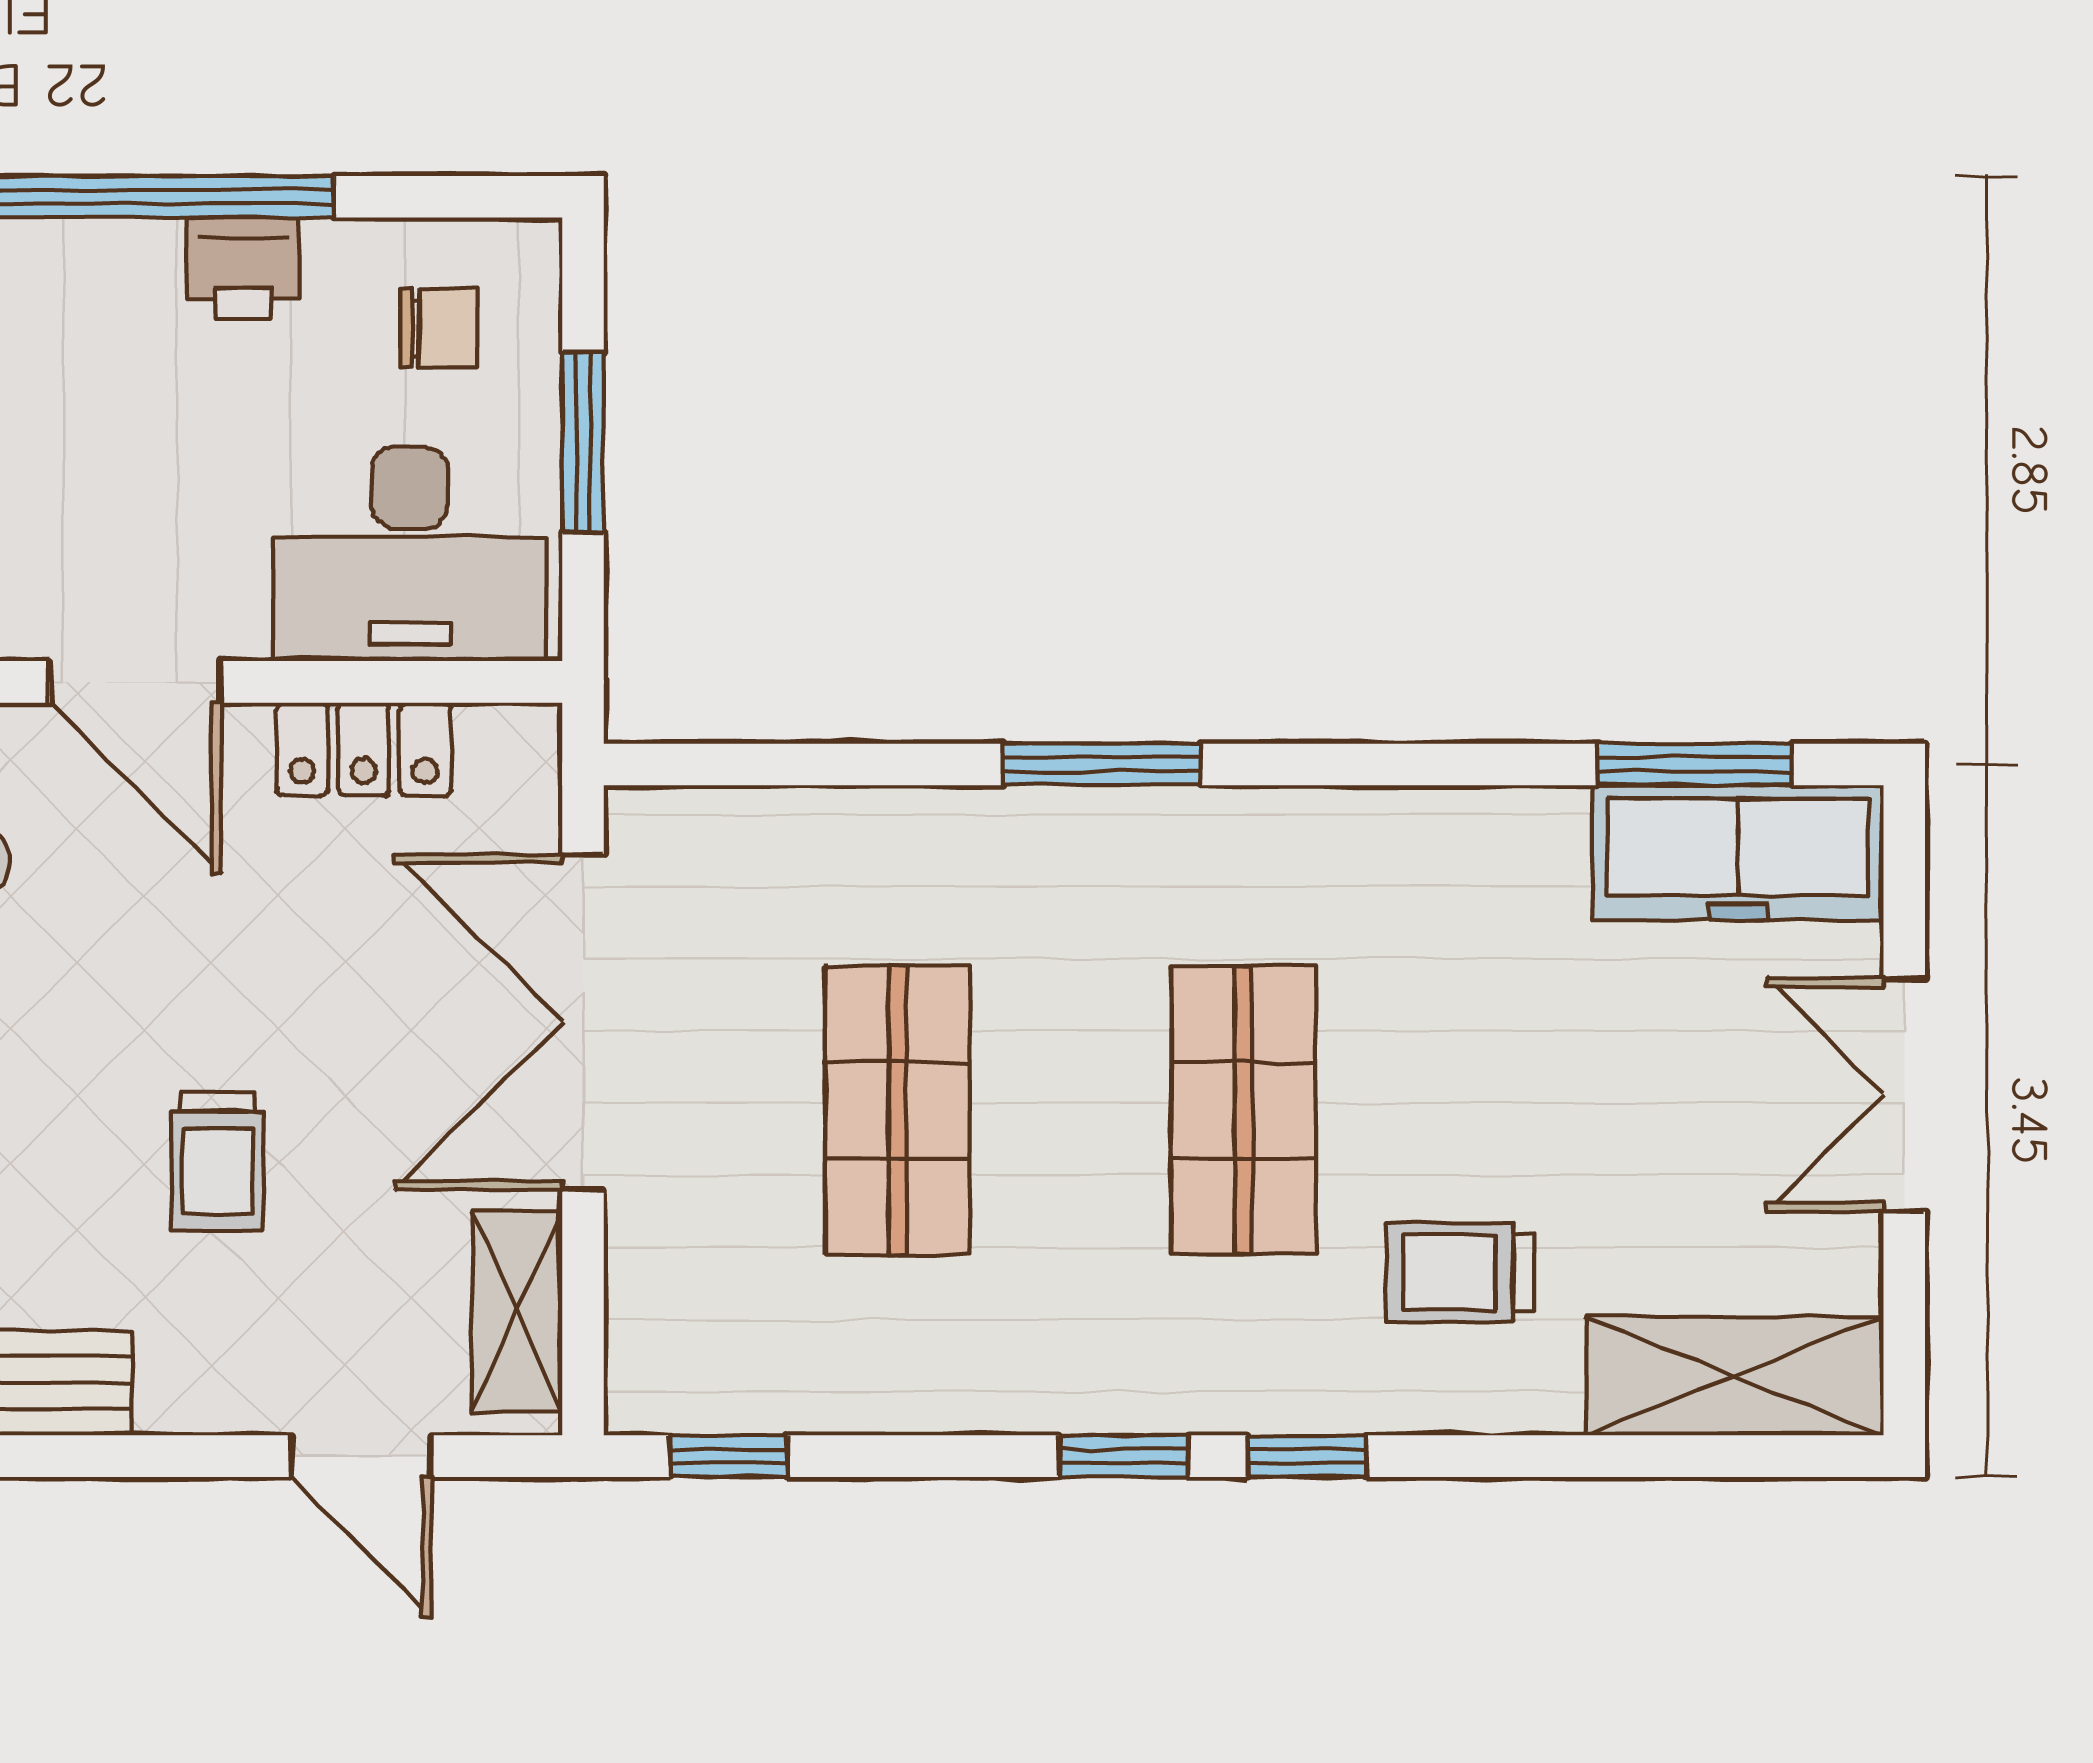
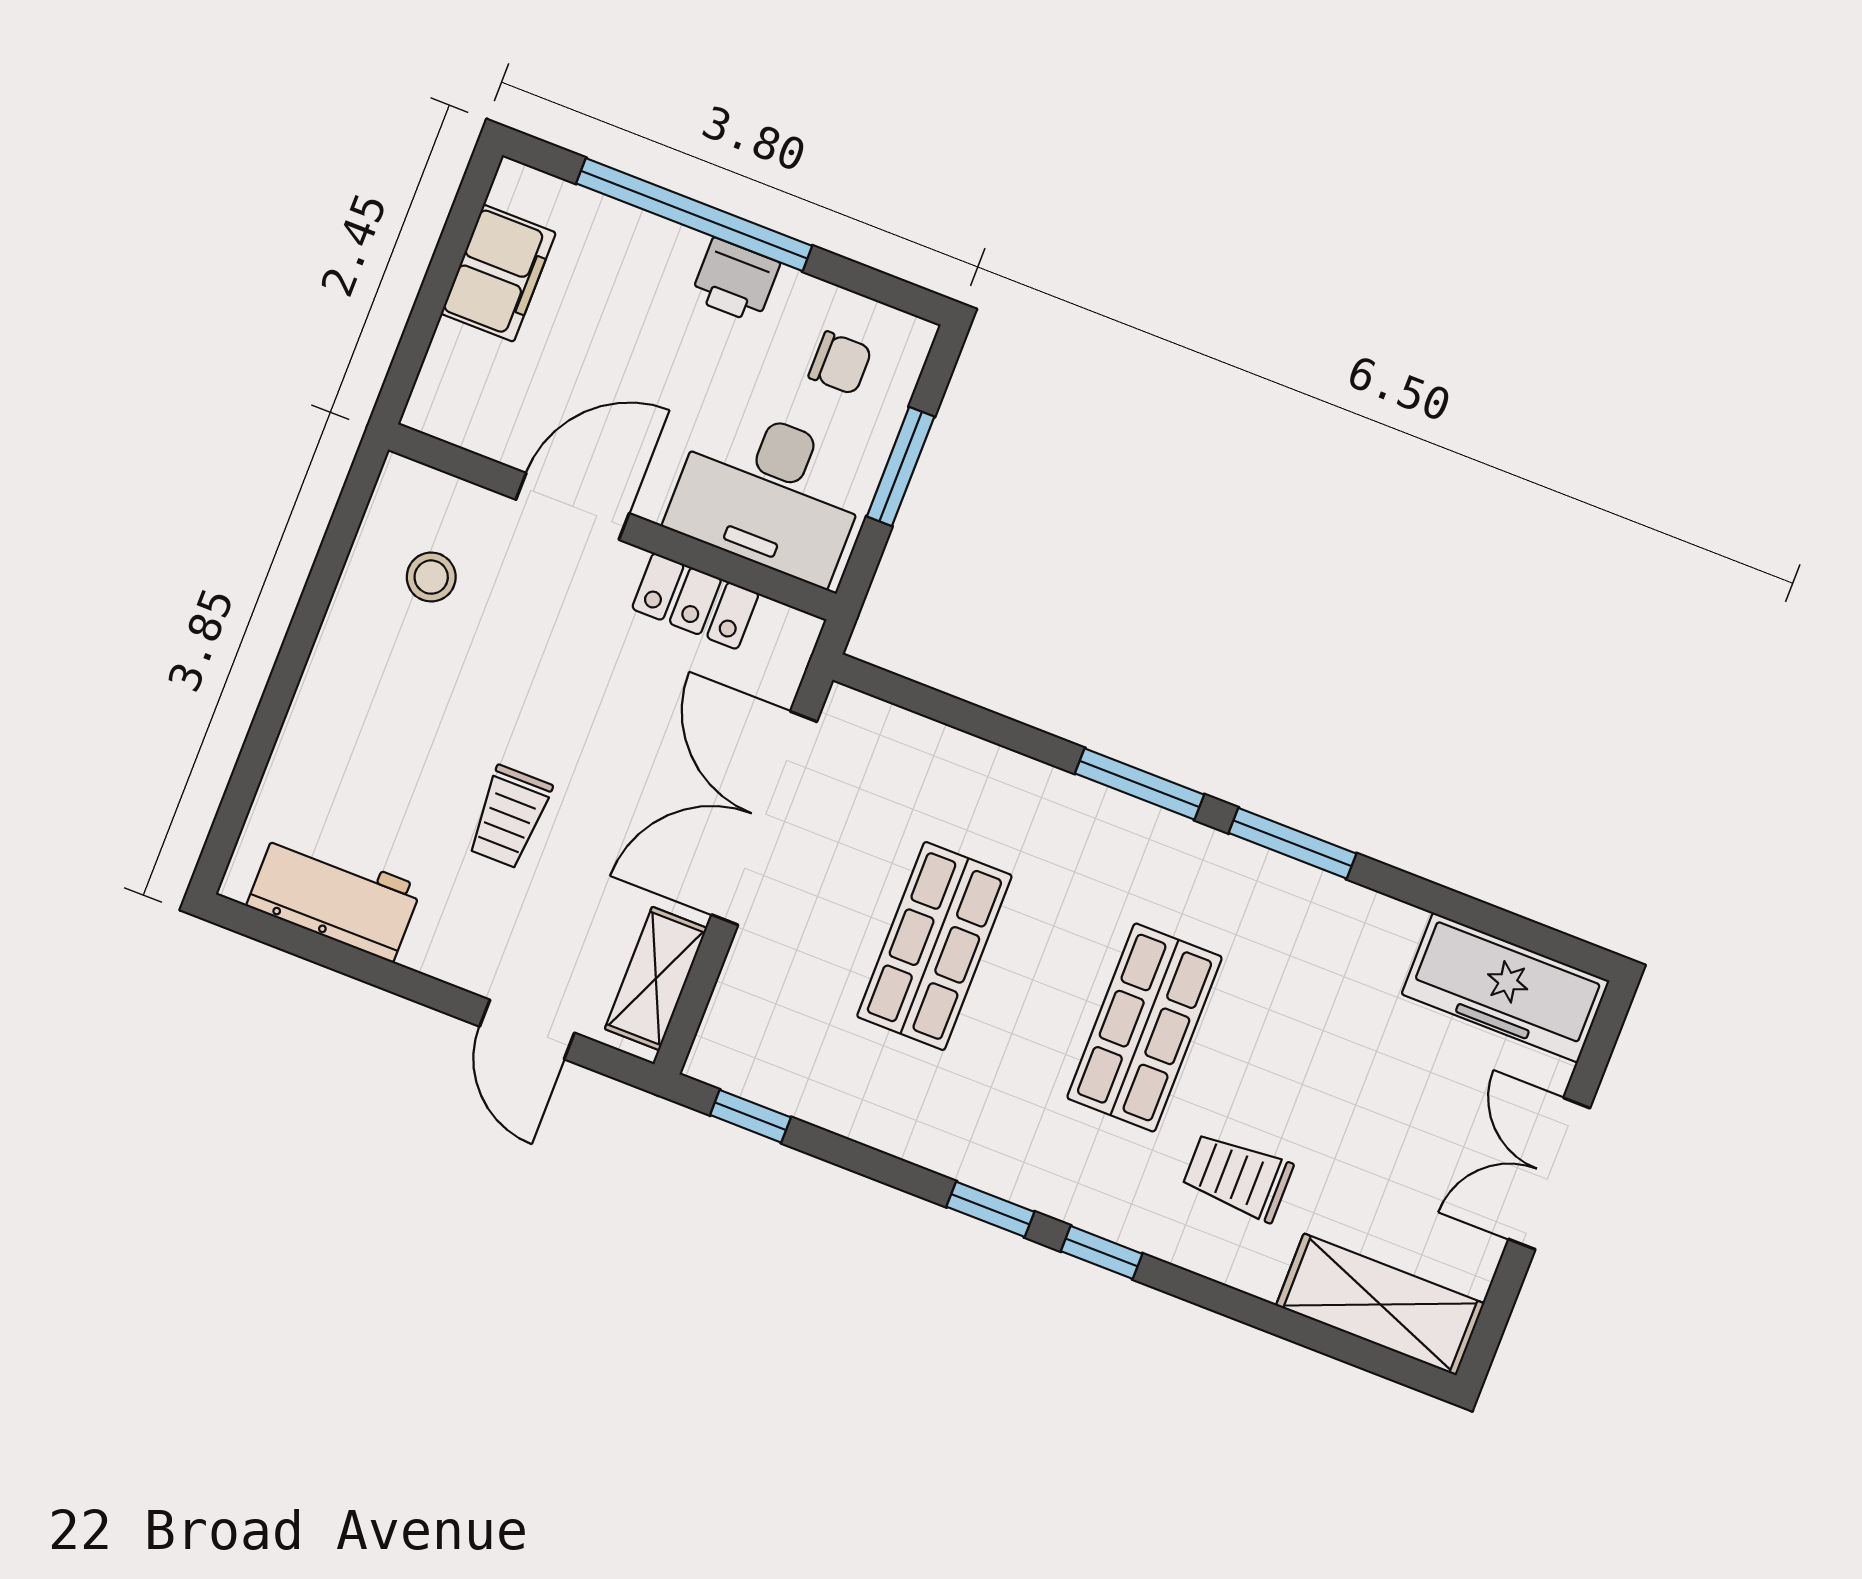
door: (135, 682) -> (573, 506), swing flipped
window: (1694, 764) -> (1292, 843), moved

